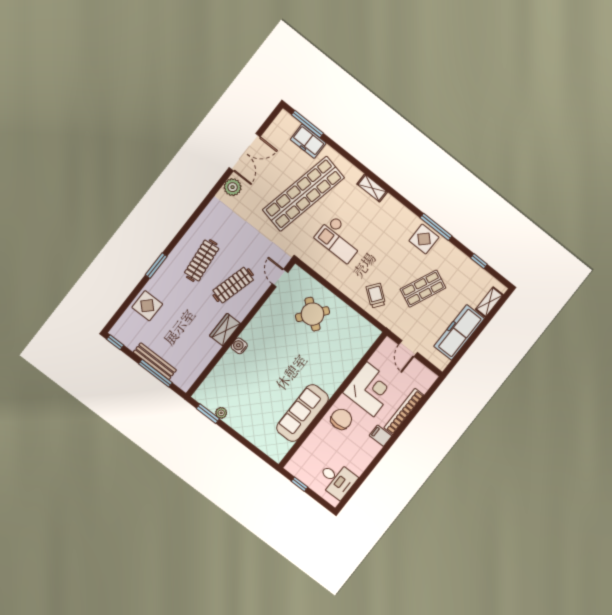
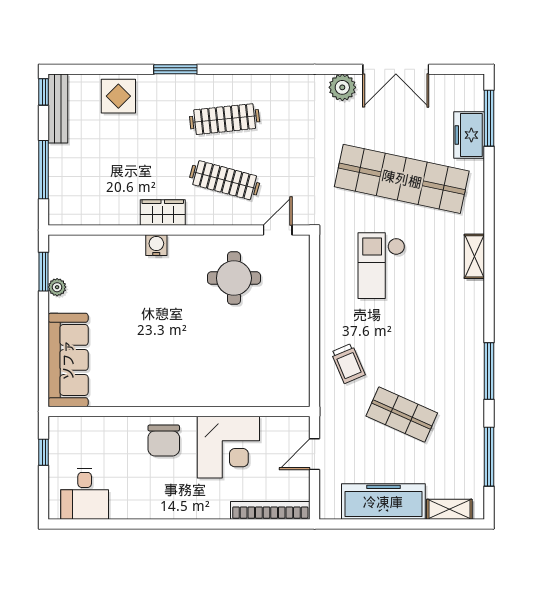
display table: (424, 239) -> (463, 368), removed
window: (479, 261) -> (489, 457), width x2.17
trolley: (376, 296) -> (348, 363), turned 120
round table: (312, 314) -> (234, 278), moved, turned -38
bench: (155, 361) -> (58, 109), moved
bookcase: (404, 412) -> (270, 510), moved
sofa: (303, 413) -> (68, 360), moved, turned 90
chair: (341, 419) -> (164, 441), turned 90
filing cabinet: (380, 436) -> (181, 505), removed

